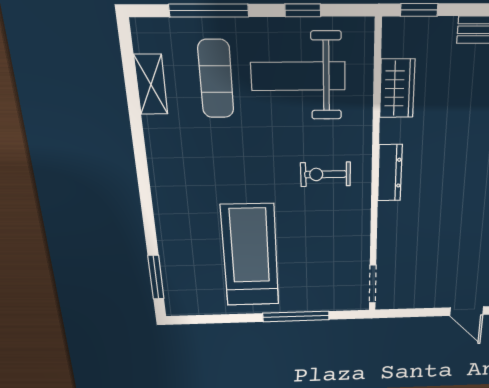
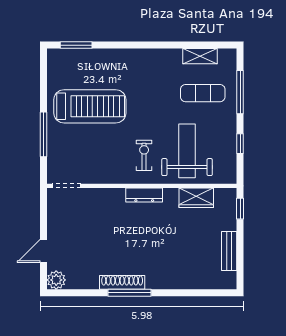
weight bench: (298, 76) -> (187, 151), moved

